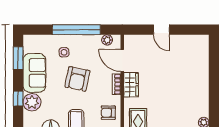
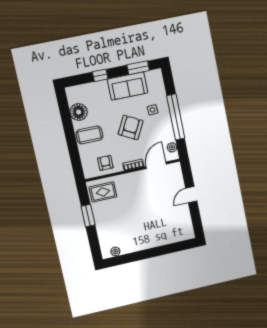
armchair: (77, 79) -> (131, 127), turned 106
wardrobe: (131, 85) -> (136, 178), removed
plant: (32, 102) -> (100, 89), removed

